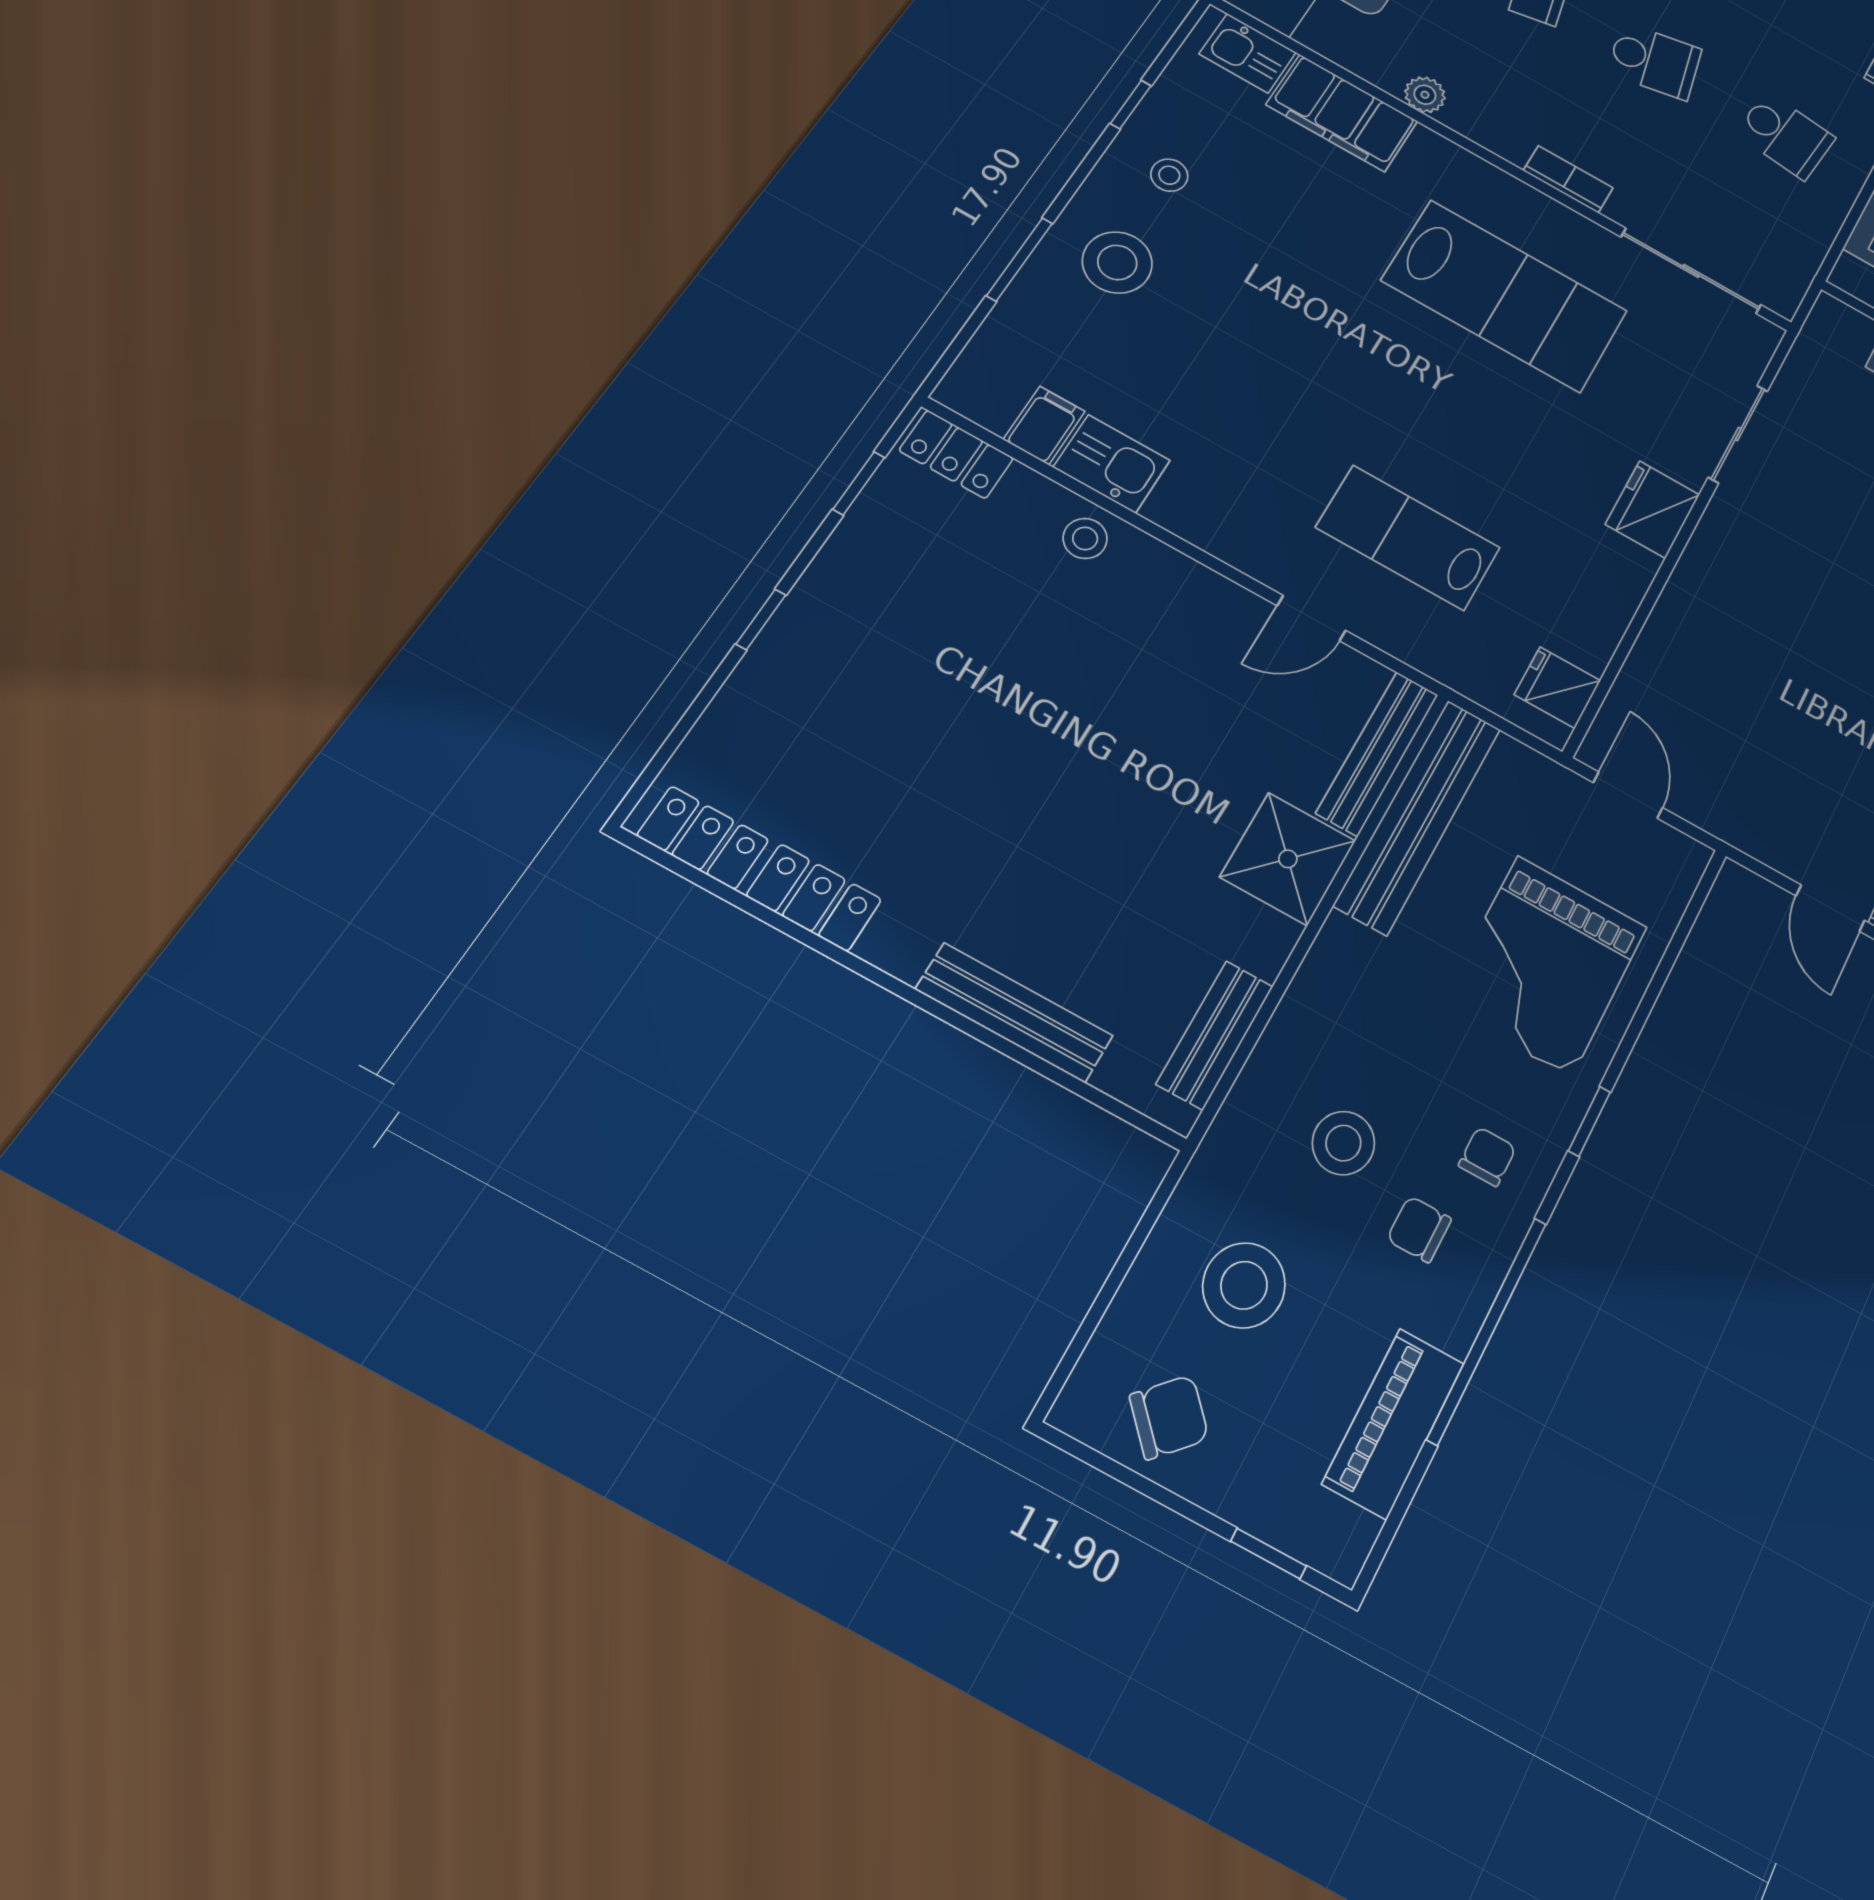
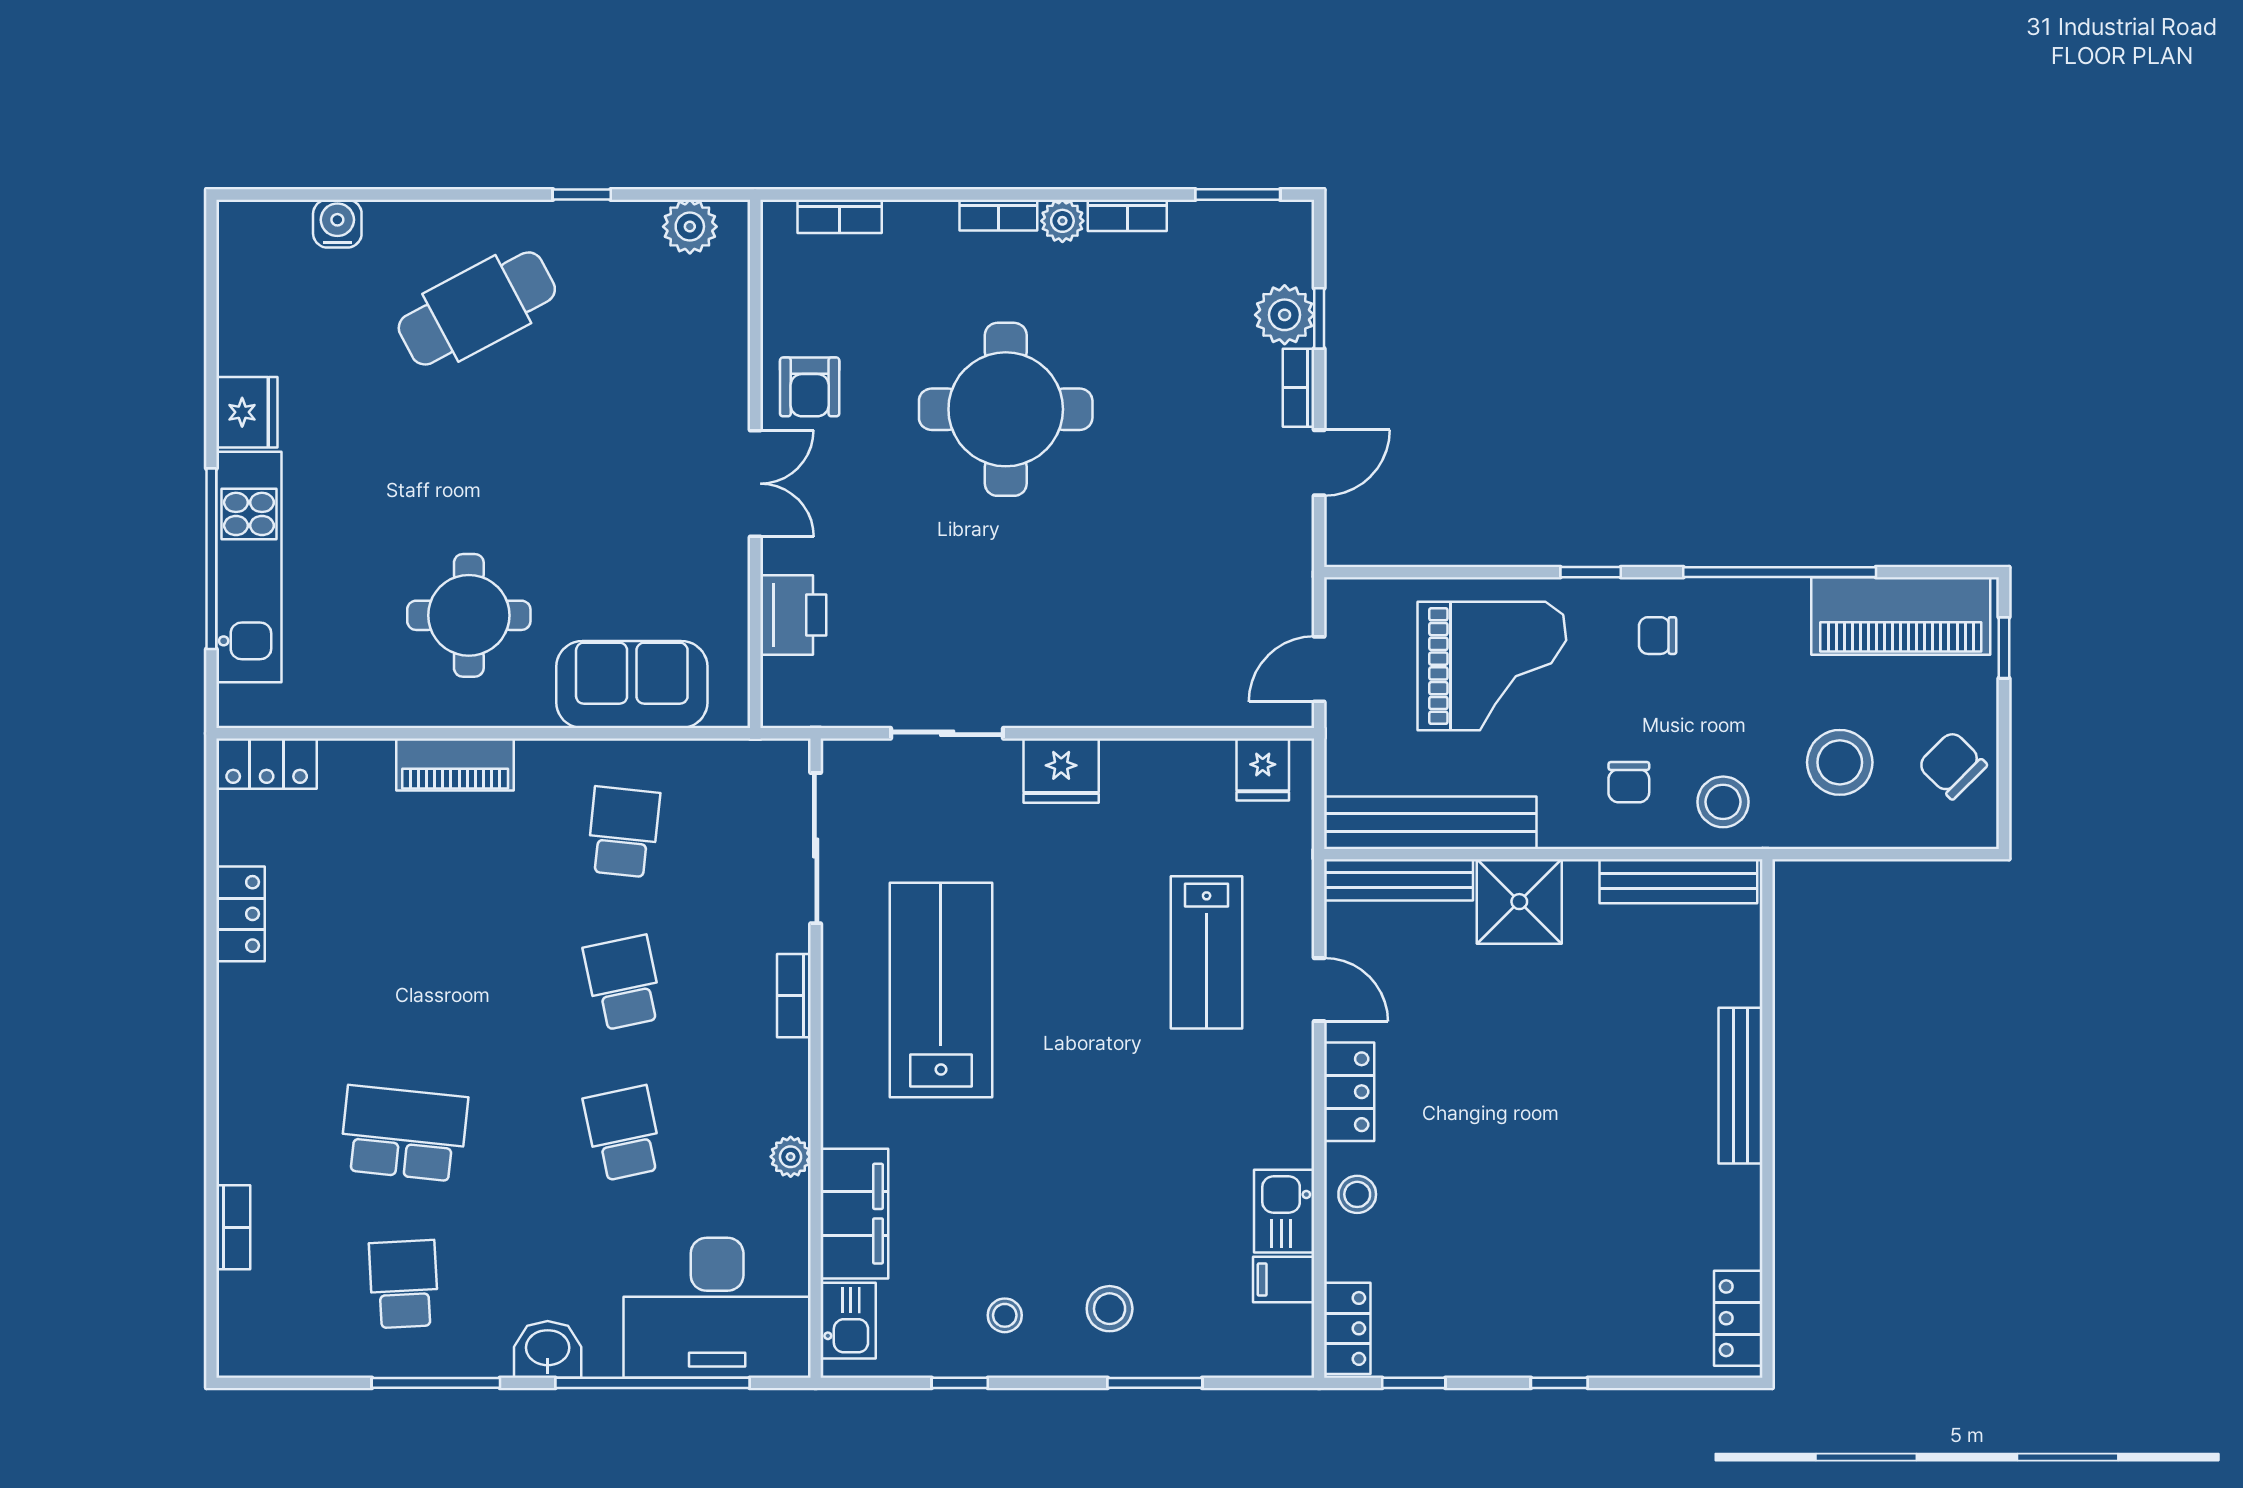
stool: (1117, 262) -> (1110, 1309), width x0.73, depth x0.73
locker: (814, 898) -> (1349, 1092), moved, turned 180
bench: (1014, 1013) -> (1740, 1086), moved
bench: (1215, 1035) -> (1678, 881), width x1.36
stool: (1343, 1143) -> (1723, 802), moved
chair: (1419, 1229) -> (1629, 782), moved
piano: (1393, 1423) -> (1901, 616), width x1.37, depth x1.33

